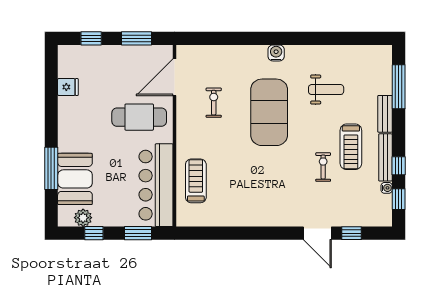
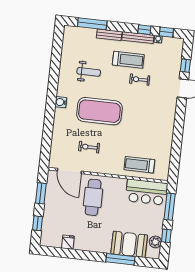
weight bench: (326, 90) -> (89, 72), turned 90
bar counter: (156, 185) -> (147, 192), width x0.73
window: (138, 233) -> (170, 207), width x1.44

